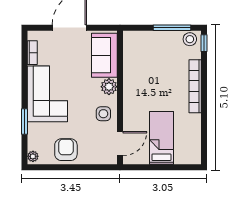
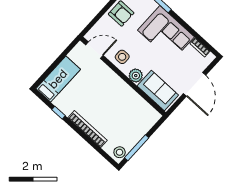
window: (204, 43) -> (58, 113), moved
bed: (161, 138) -> (58, 79), moved, turned -90
door: (120, 144) -> (94, 50), swing flipped

